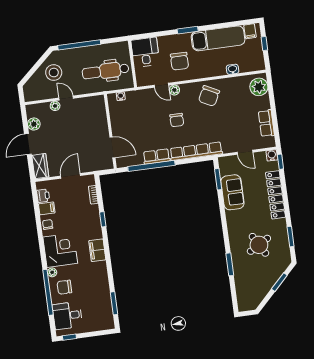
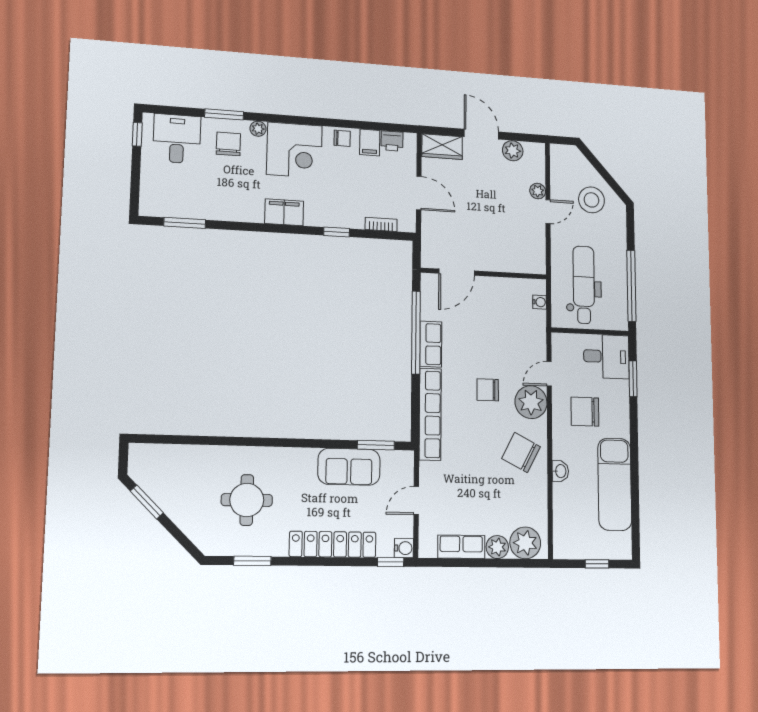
window: (188, 30) -> (633, 379), moved
filing cabinet: (250, 31) -> (620, 542), removed
window: (79, 45) -> (631, 286), moved
washbasin: (233, 69) -> (560, 471), moved
plant: (174, 90) -> (531, 402), width x1.87, depth x1.87
plant: (264, 103) -> (497, 547), added
round table: (259, 245) -> (247, 500), turned 30
window: (230, 264) -> (220, 441), removed
window: (279, 282) -> (147, 502), moved
window: (48, 292) -> (224, 114), width x0.47

